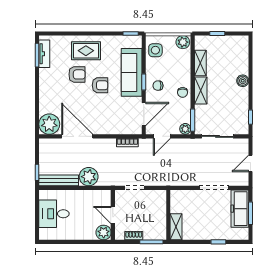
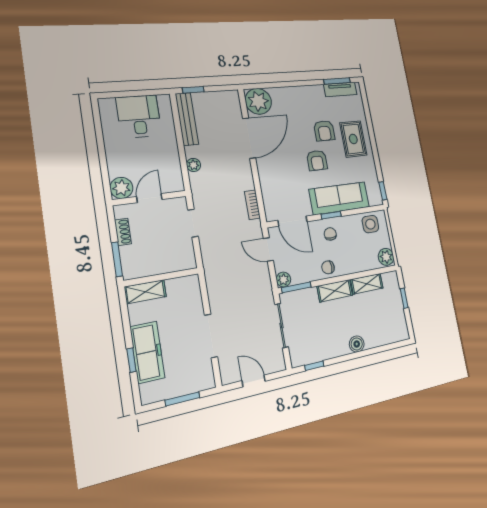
plant: (89, 177) -> (193, 165), width x0.53, depth x0.53
freezer: (240, 209) -> (147, 352), moved, turned 90

